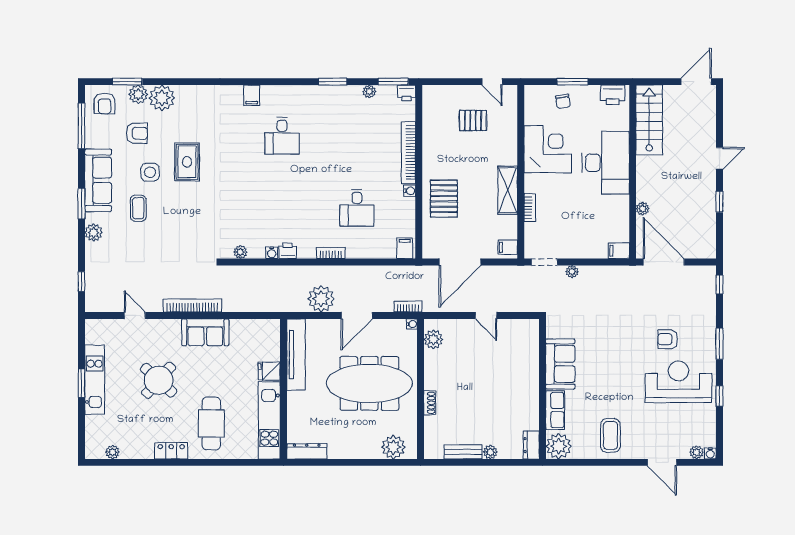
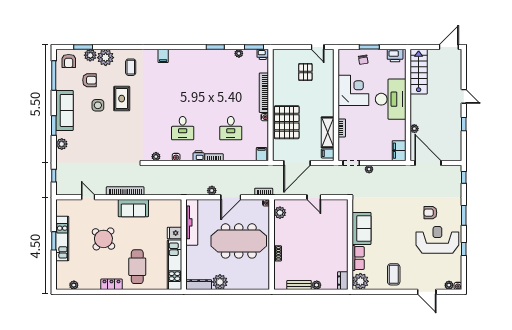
pallet: (473, 120) -> (305, 72), turned 90
desk: (282, 136) -> (183, 128), moved
door: (719, 158) -> (464, 96), hinge flipped
shelving: (508, 190) -> (328, 132), moved
pallet: (444, 199) -> (287, 122), width x1.37, depth x1.41
coffee table: (138, 208) -> (131, 67), moved
printer: (288, 251) -> (199, 156), moved
filing cabinet: (619, 251) -> (399, 151), width x2.00
plant: (321, 299) -> (212, 191), width x0.53, depth x0.53
plant: (393, 447) -> (220, 282), moved

